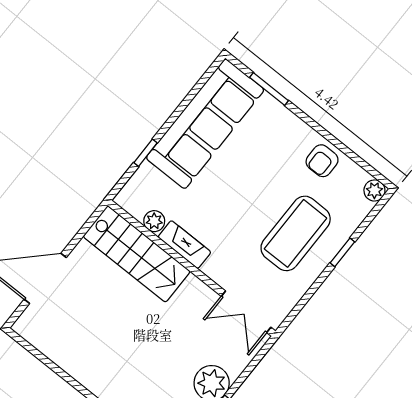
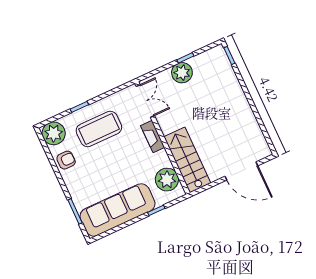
plant: (374, 190) -> (54, 133), width x1.88, depth x1.88
plant: (154, 221) -> (167, 180), width x1.88, depth x1.88
fireplace: (184, 245) -> (153, 136), moved

